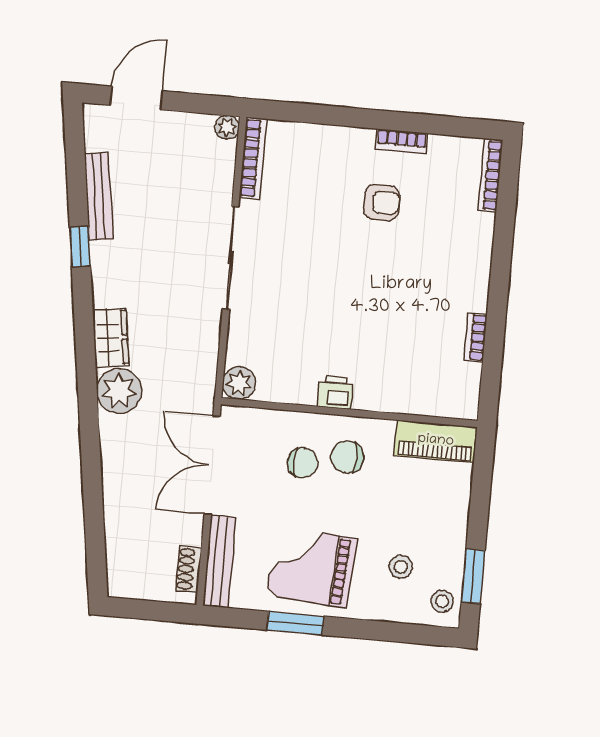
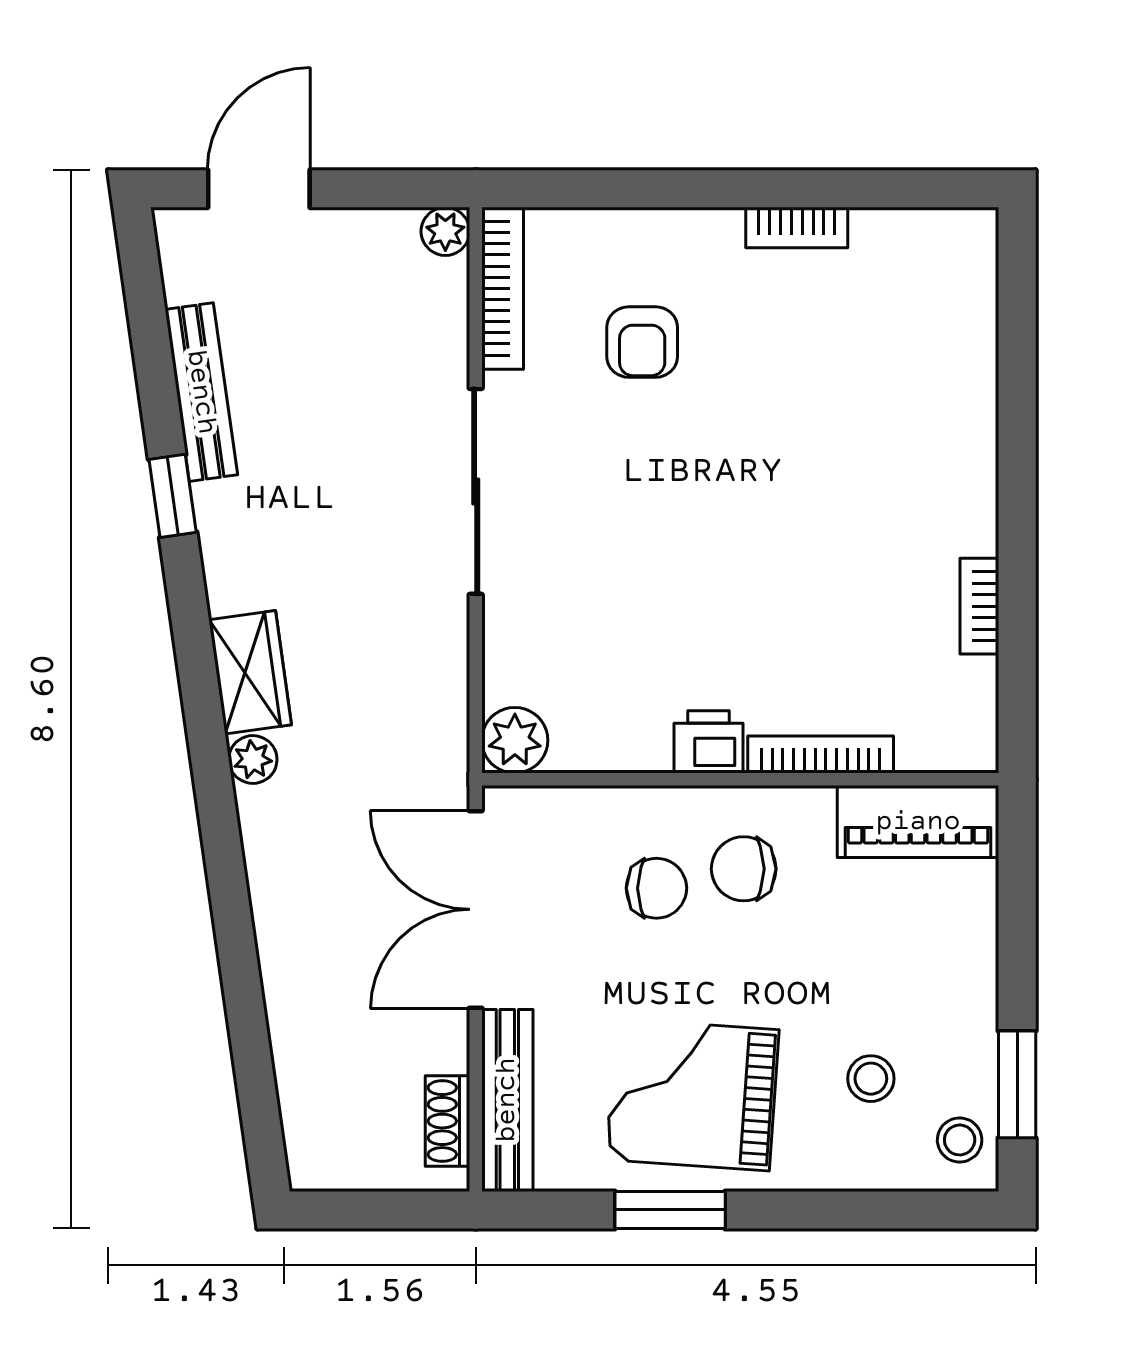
bookcase: (490, 175) -> (821, 755), moved, turned 90
armchair: (382, 202) -> (642, 342), moved, turned 90
plant: (119, 391) -> (253, 759), width x0.53, depth x0.53

